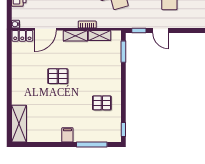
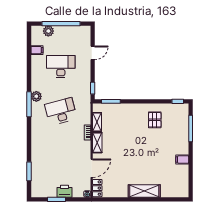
door: (46, 29) -> (92, 168), hinge flipped
door: (161, 30) -> (93, 53), moved
pallet: (58, 76) -> (132, 158), removed
shelving: (19, 124) -> (144, 191), moved
filing cabinet: (67, 135) -> (182, 159), moved

